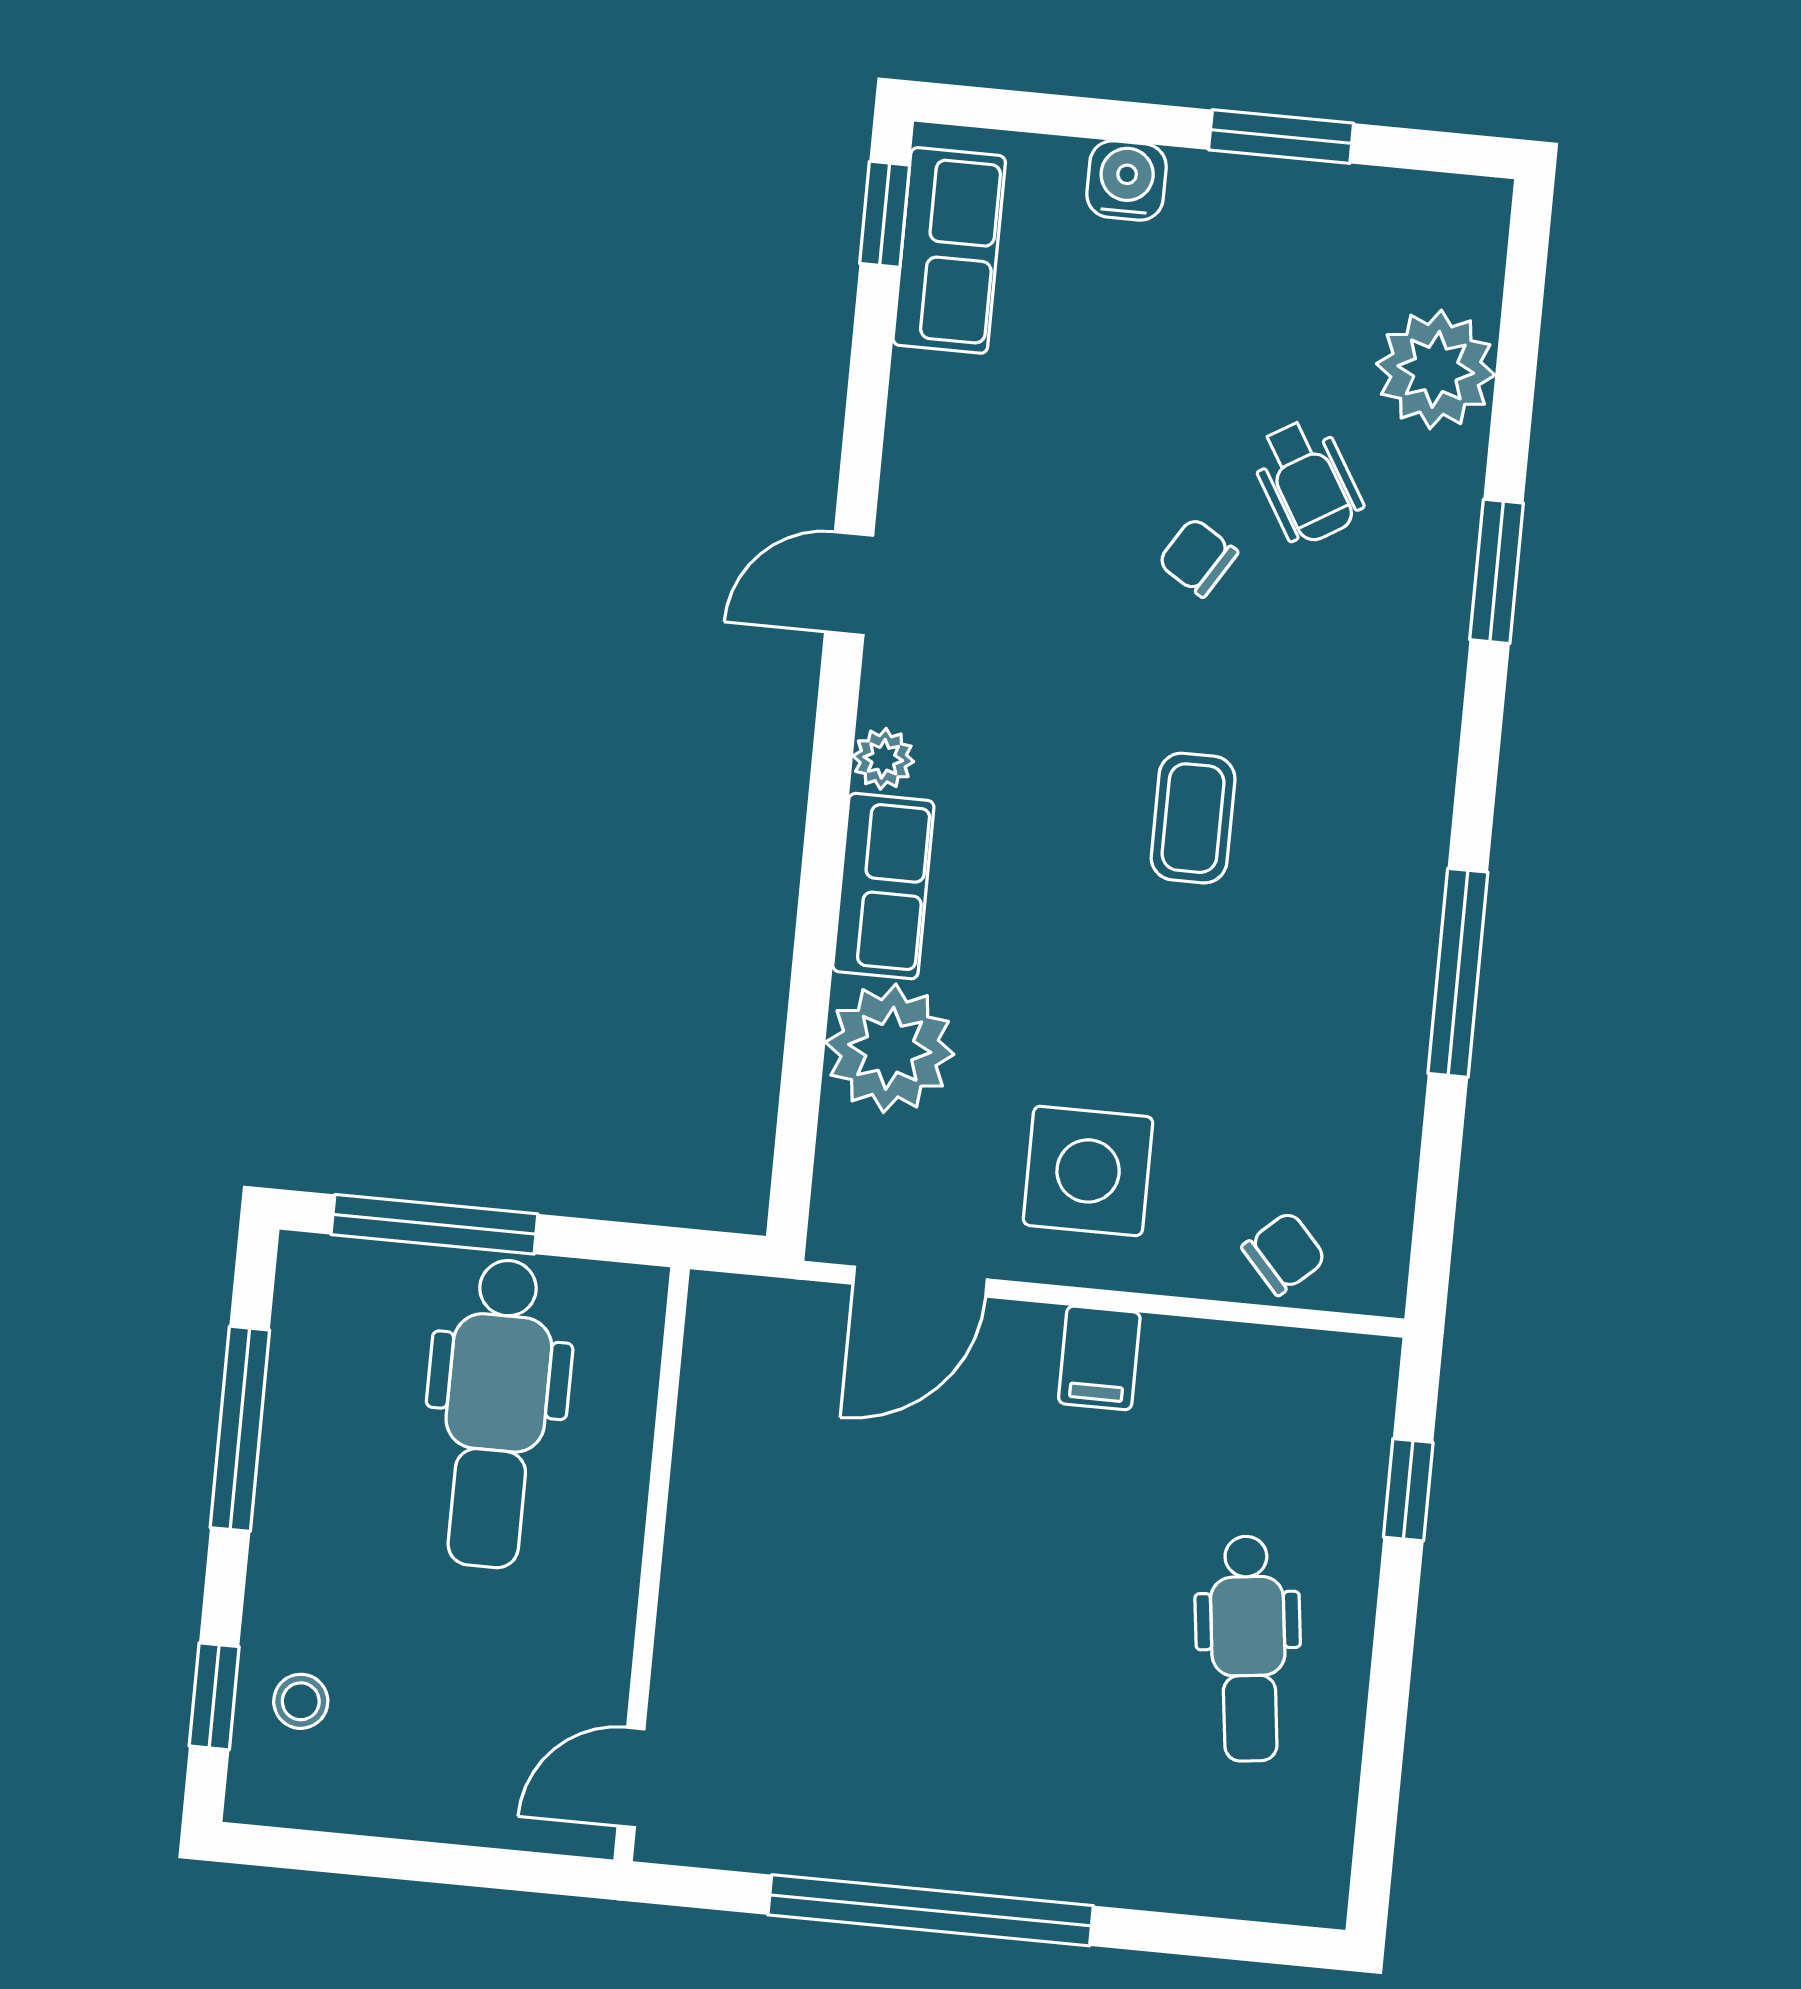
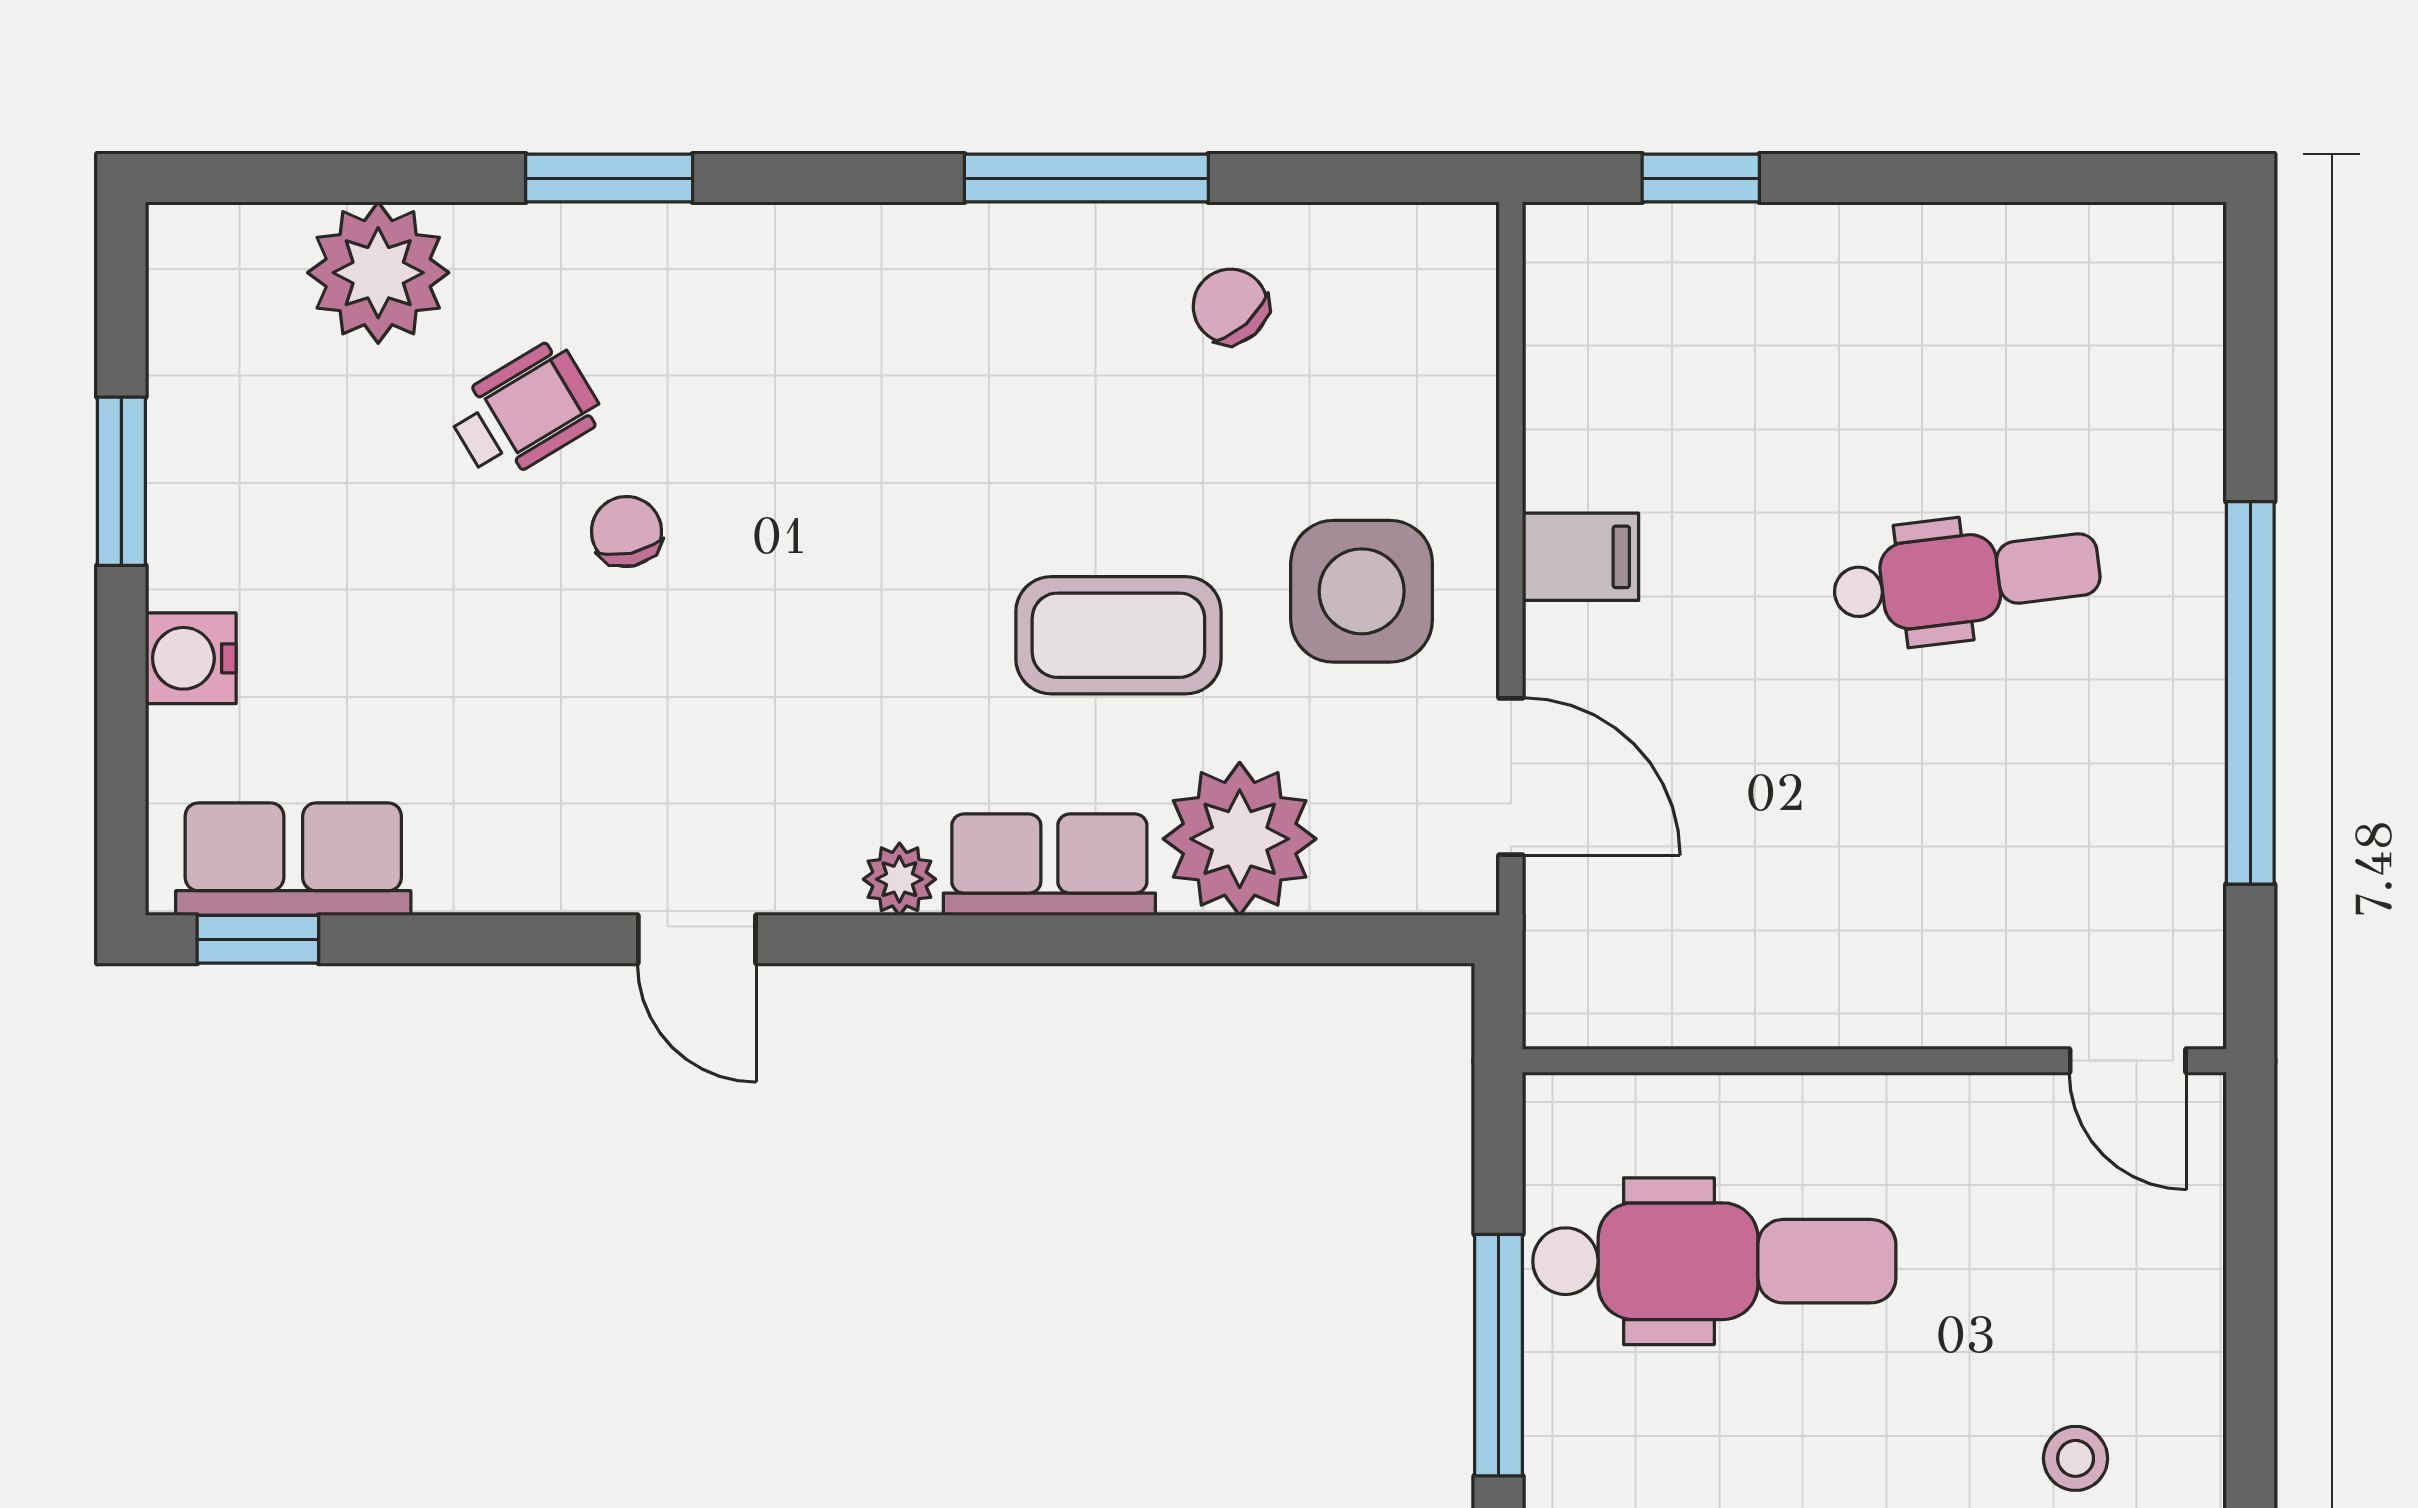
chair: (1198, 557) -> (626, 532), turned 136
coffee table: (1193, 818) -> (1118, 635), moved, width x1.36, depth x1.30
chair: (1284, 1253) -> (1230, 306), moved
dental chair: (1248, 1649) -> (1967, 579), moved

